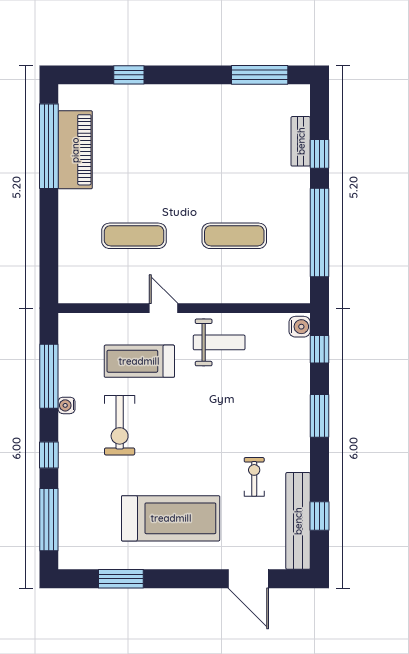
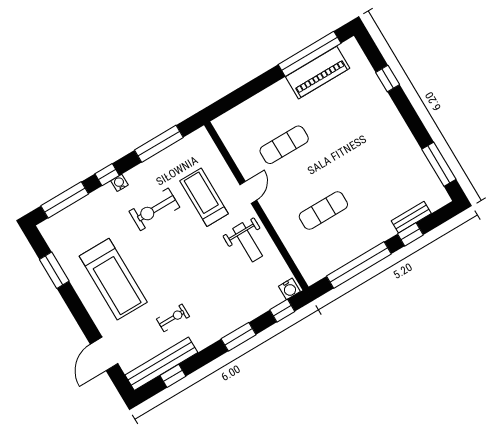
exercise mat: (134, 236) -> (284, 145), turned 90
exercise mat: (234, 236) -> (323, 211), turned 90
water cooler: (67, 405) -> (119, 183), moved

